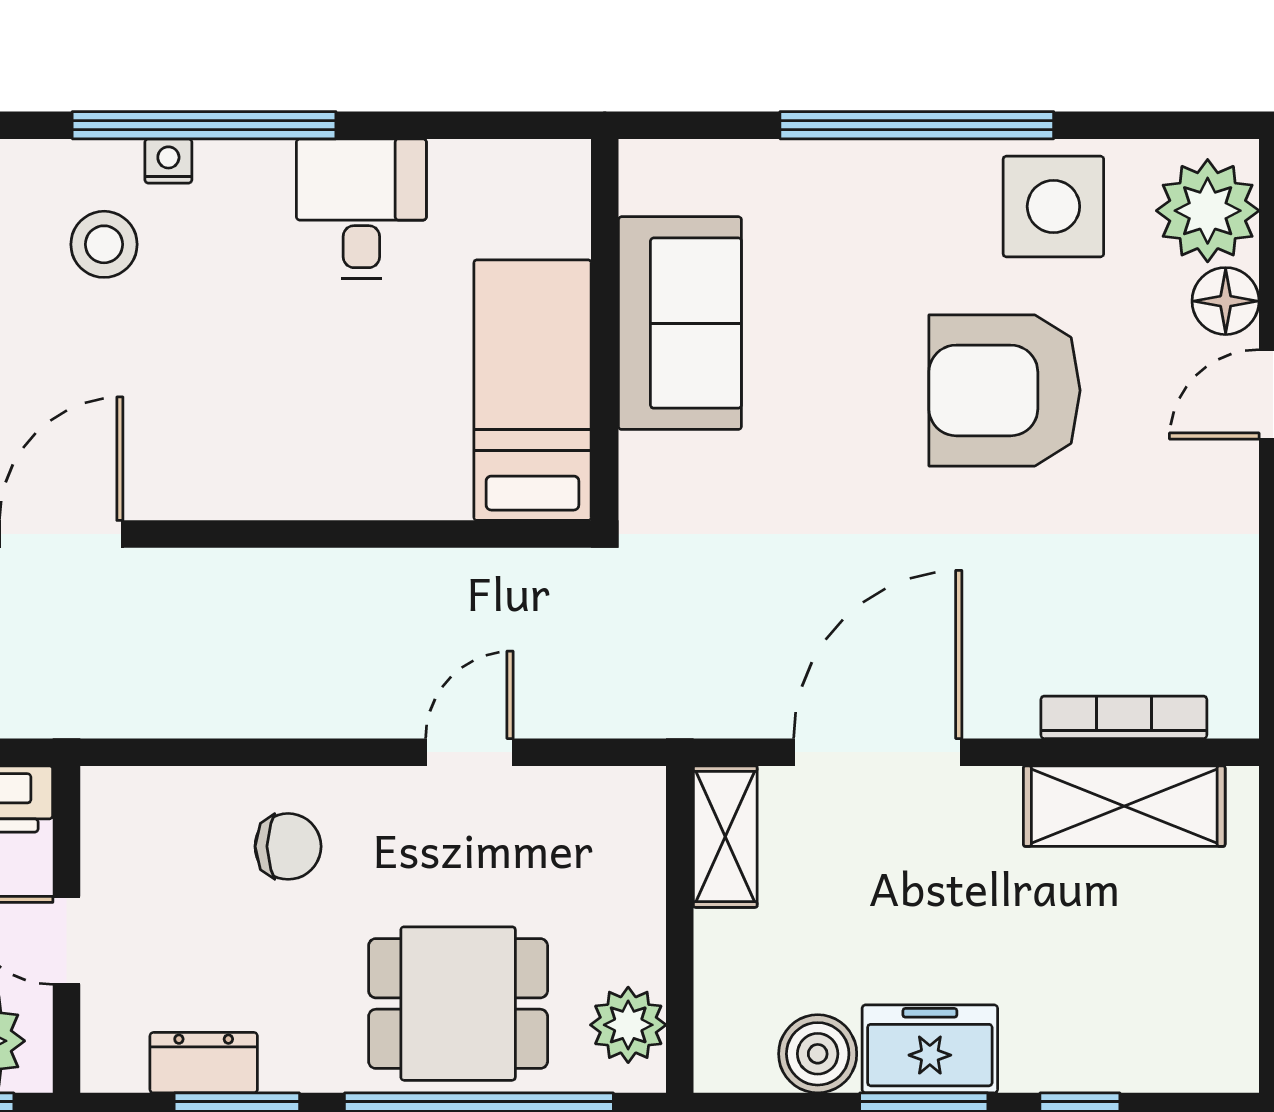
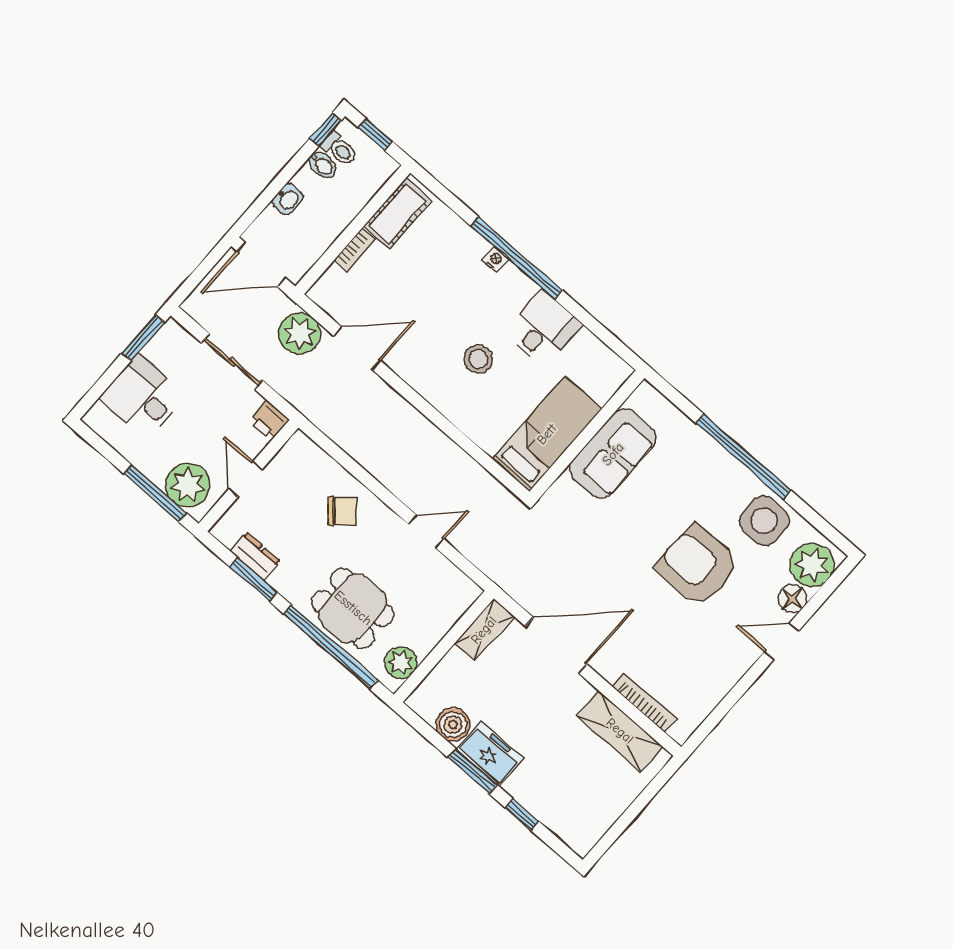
stool: (104, 244) -> (478, 359), moved
chair: (288, 846) -> (342, 511), turned -41

